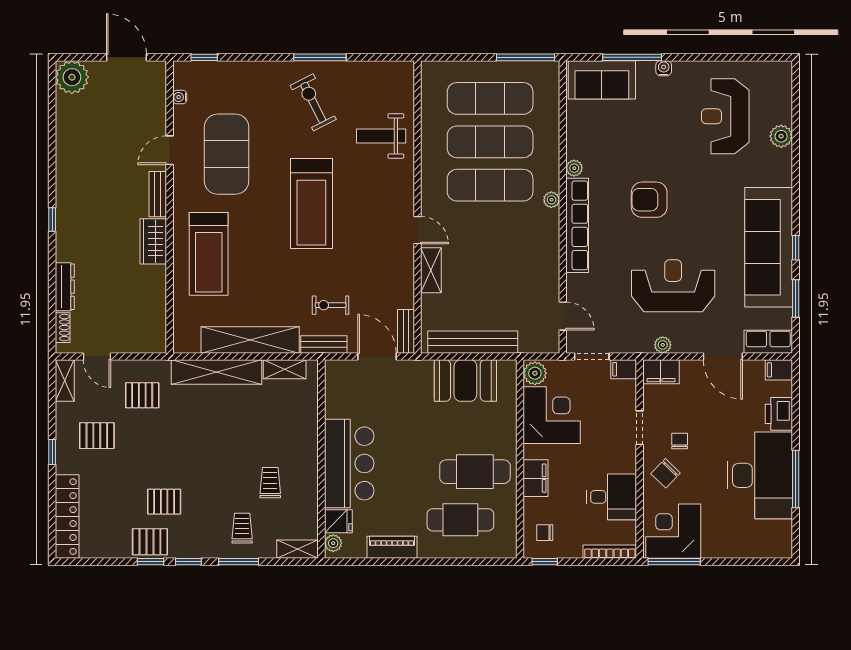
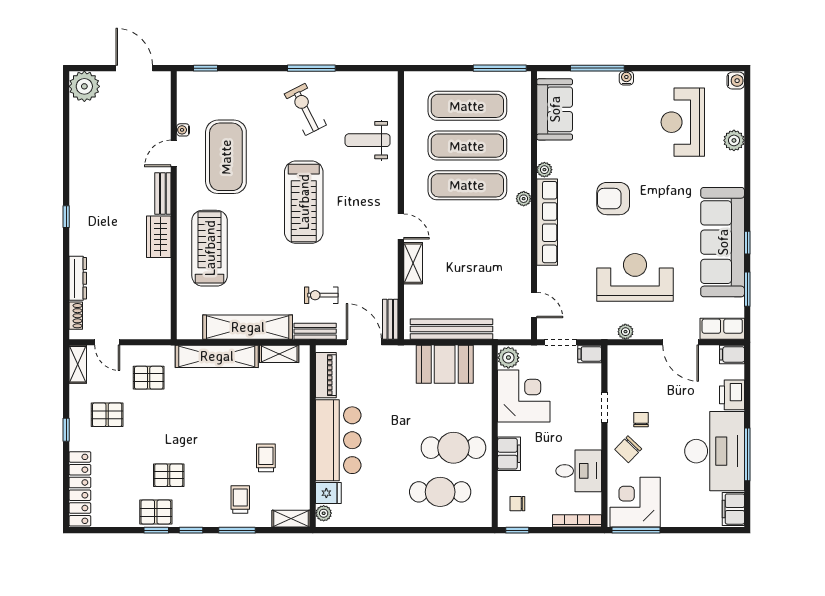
water cooler: (783, 71) -> (736, 81), added
sofa: (602, 80) -> (555, 109), moved, turned -90
water cooler: (180, 97) -> (183, 130), moved
treadmill: (209, 254) -> (210, 248), turned 180
filing cabinet: (661, 372) -> (733, 509), moved, turned 90
piano: (392, 547) -> (326, 375), moved, turned 90

